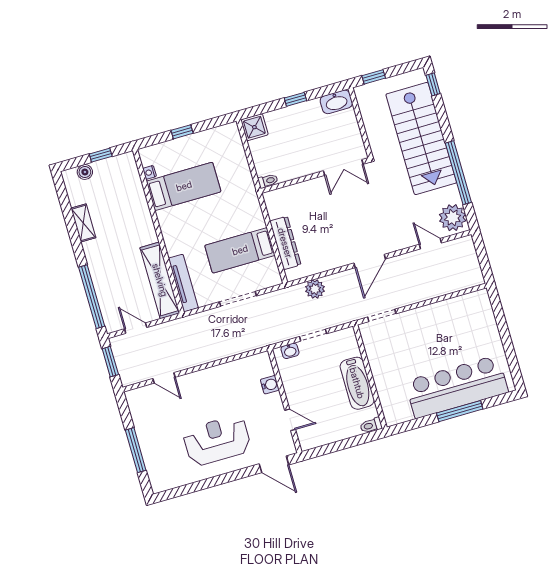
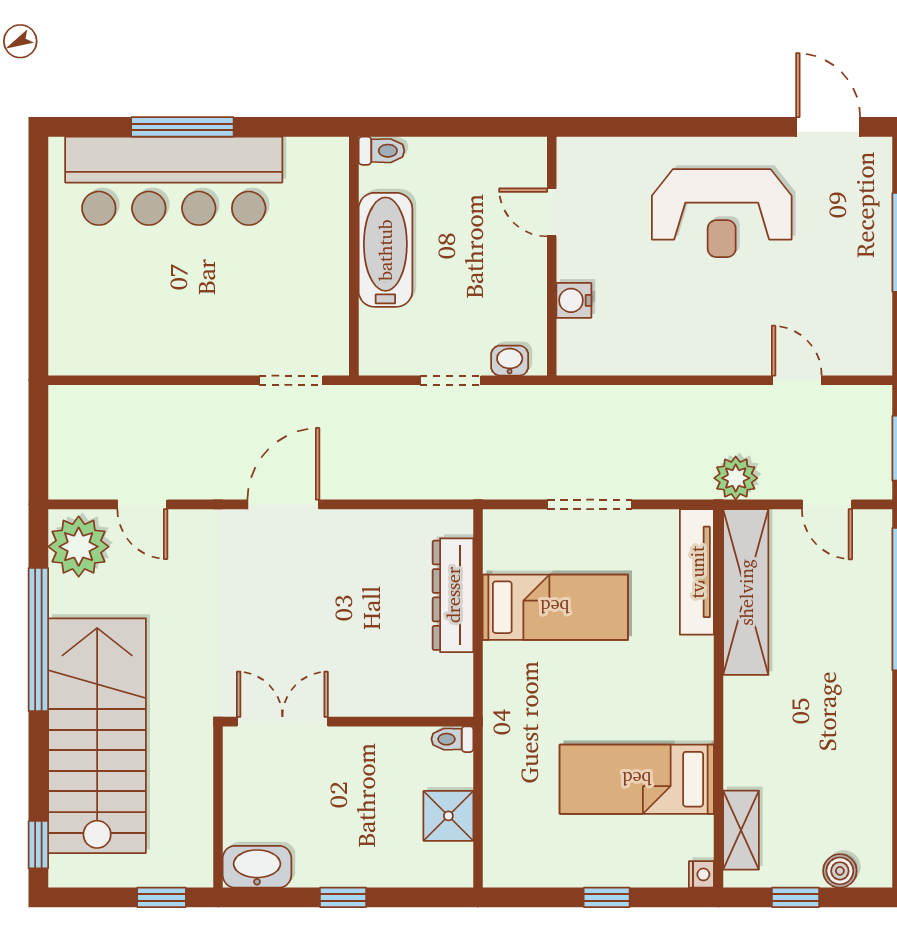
shower: (254, 127) -> (448, 816), moved
nightstand: (150, 172) -> (701, 874), moved
shelving: (83, 223) -> (741, 830), moved
plant: (315, 289) -> (736, 478), moved
door: (274, 464) -> (828, 127), moved

